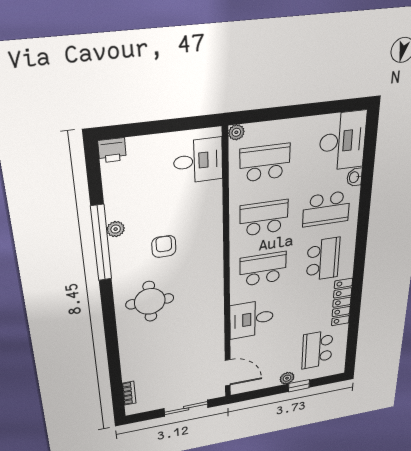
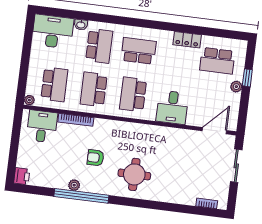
school desk: (265, 163) -> (54, 84), turned 180
bookcase: (216, 206) -> (76, 120), added
locker: (342, 302) -> (187, 40), width x0.66

